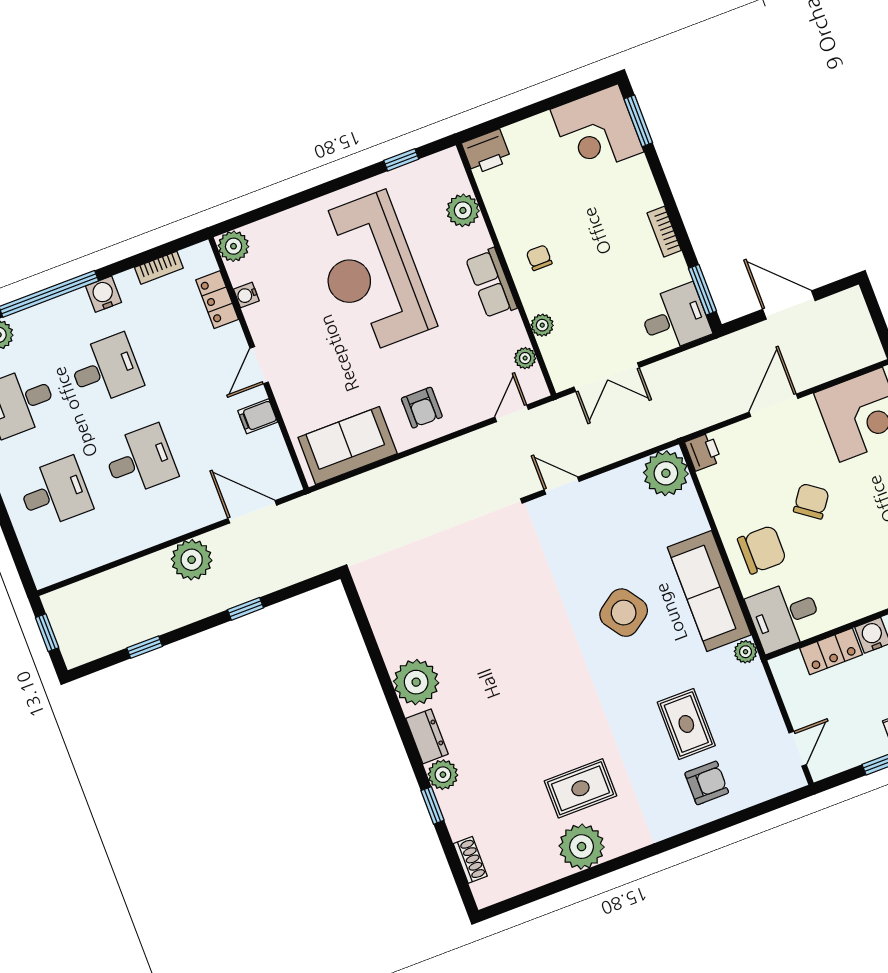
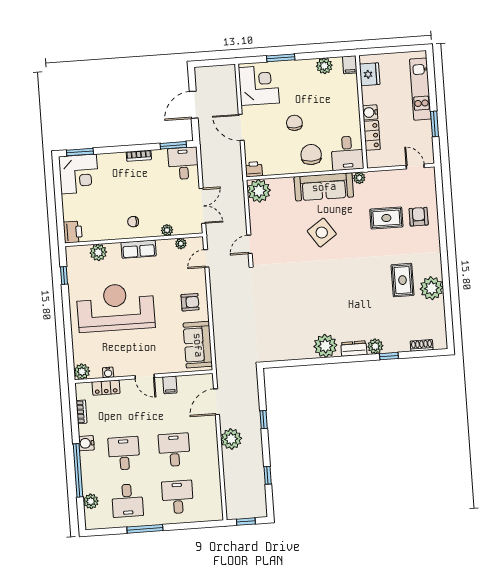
reception desk: (371, 273) -> (116, 307), turned 180
door: (512, 413) -> (206, 258), hinge flipped
chair: (811, 501) -> (294, 123), turned 54

